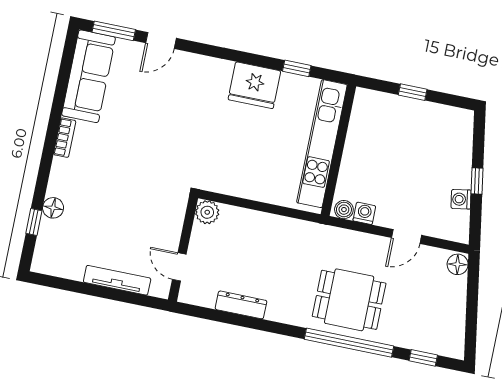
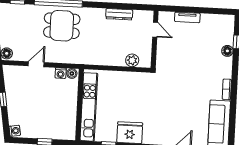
washing machine: (461, 199) -> (15, 131), moved
plant: (207, 212) -> (132, 60), moved
tv unit: (117, 280) -> (187, 17), width x0.71

